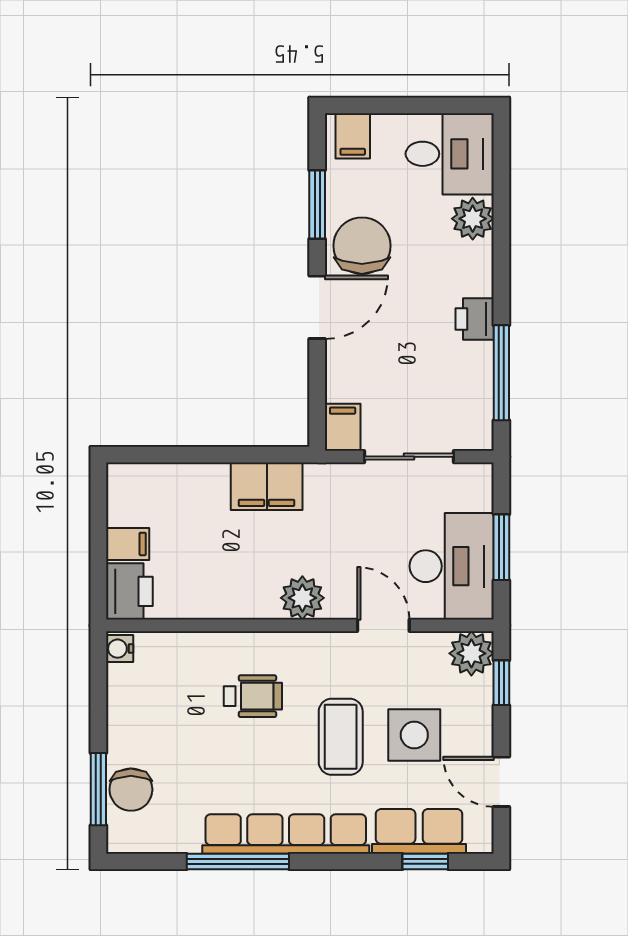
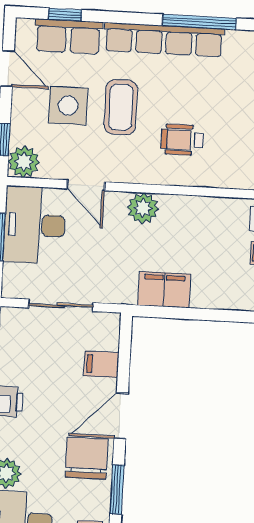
chair: (362, 246) -> (87, 458), turned 180
filing cabinet: (343, 427) -> (101, 364), moved, turned 90

